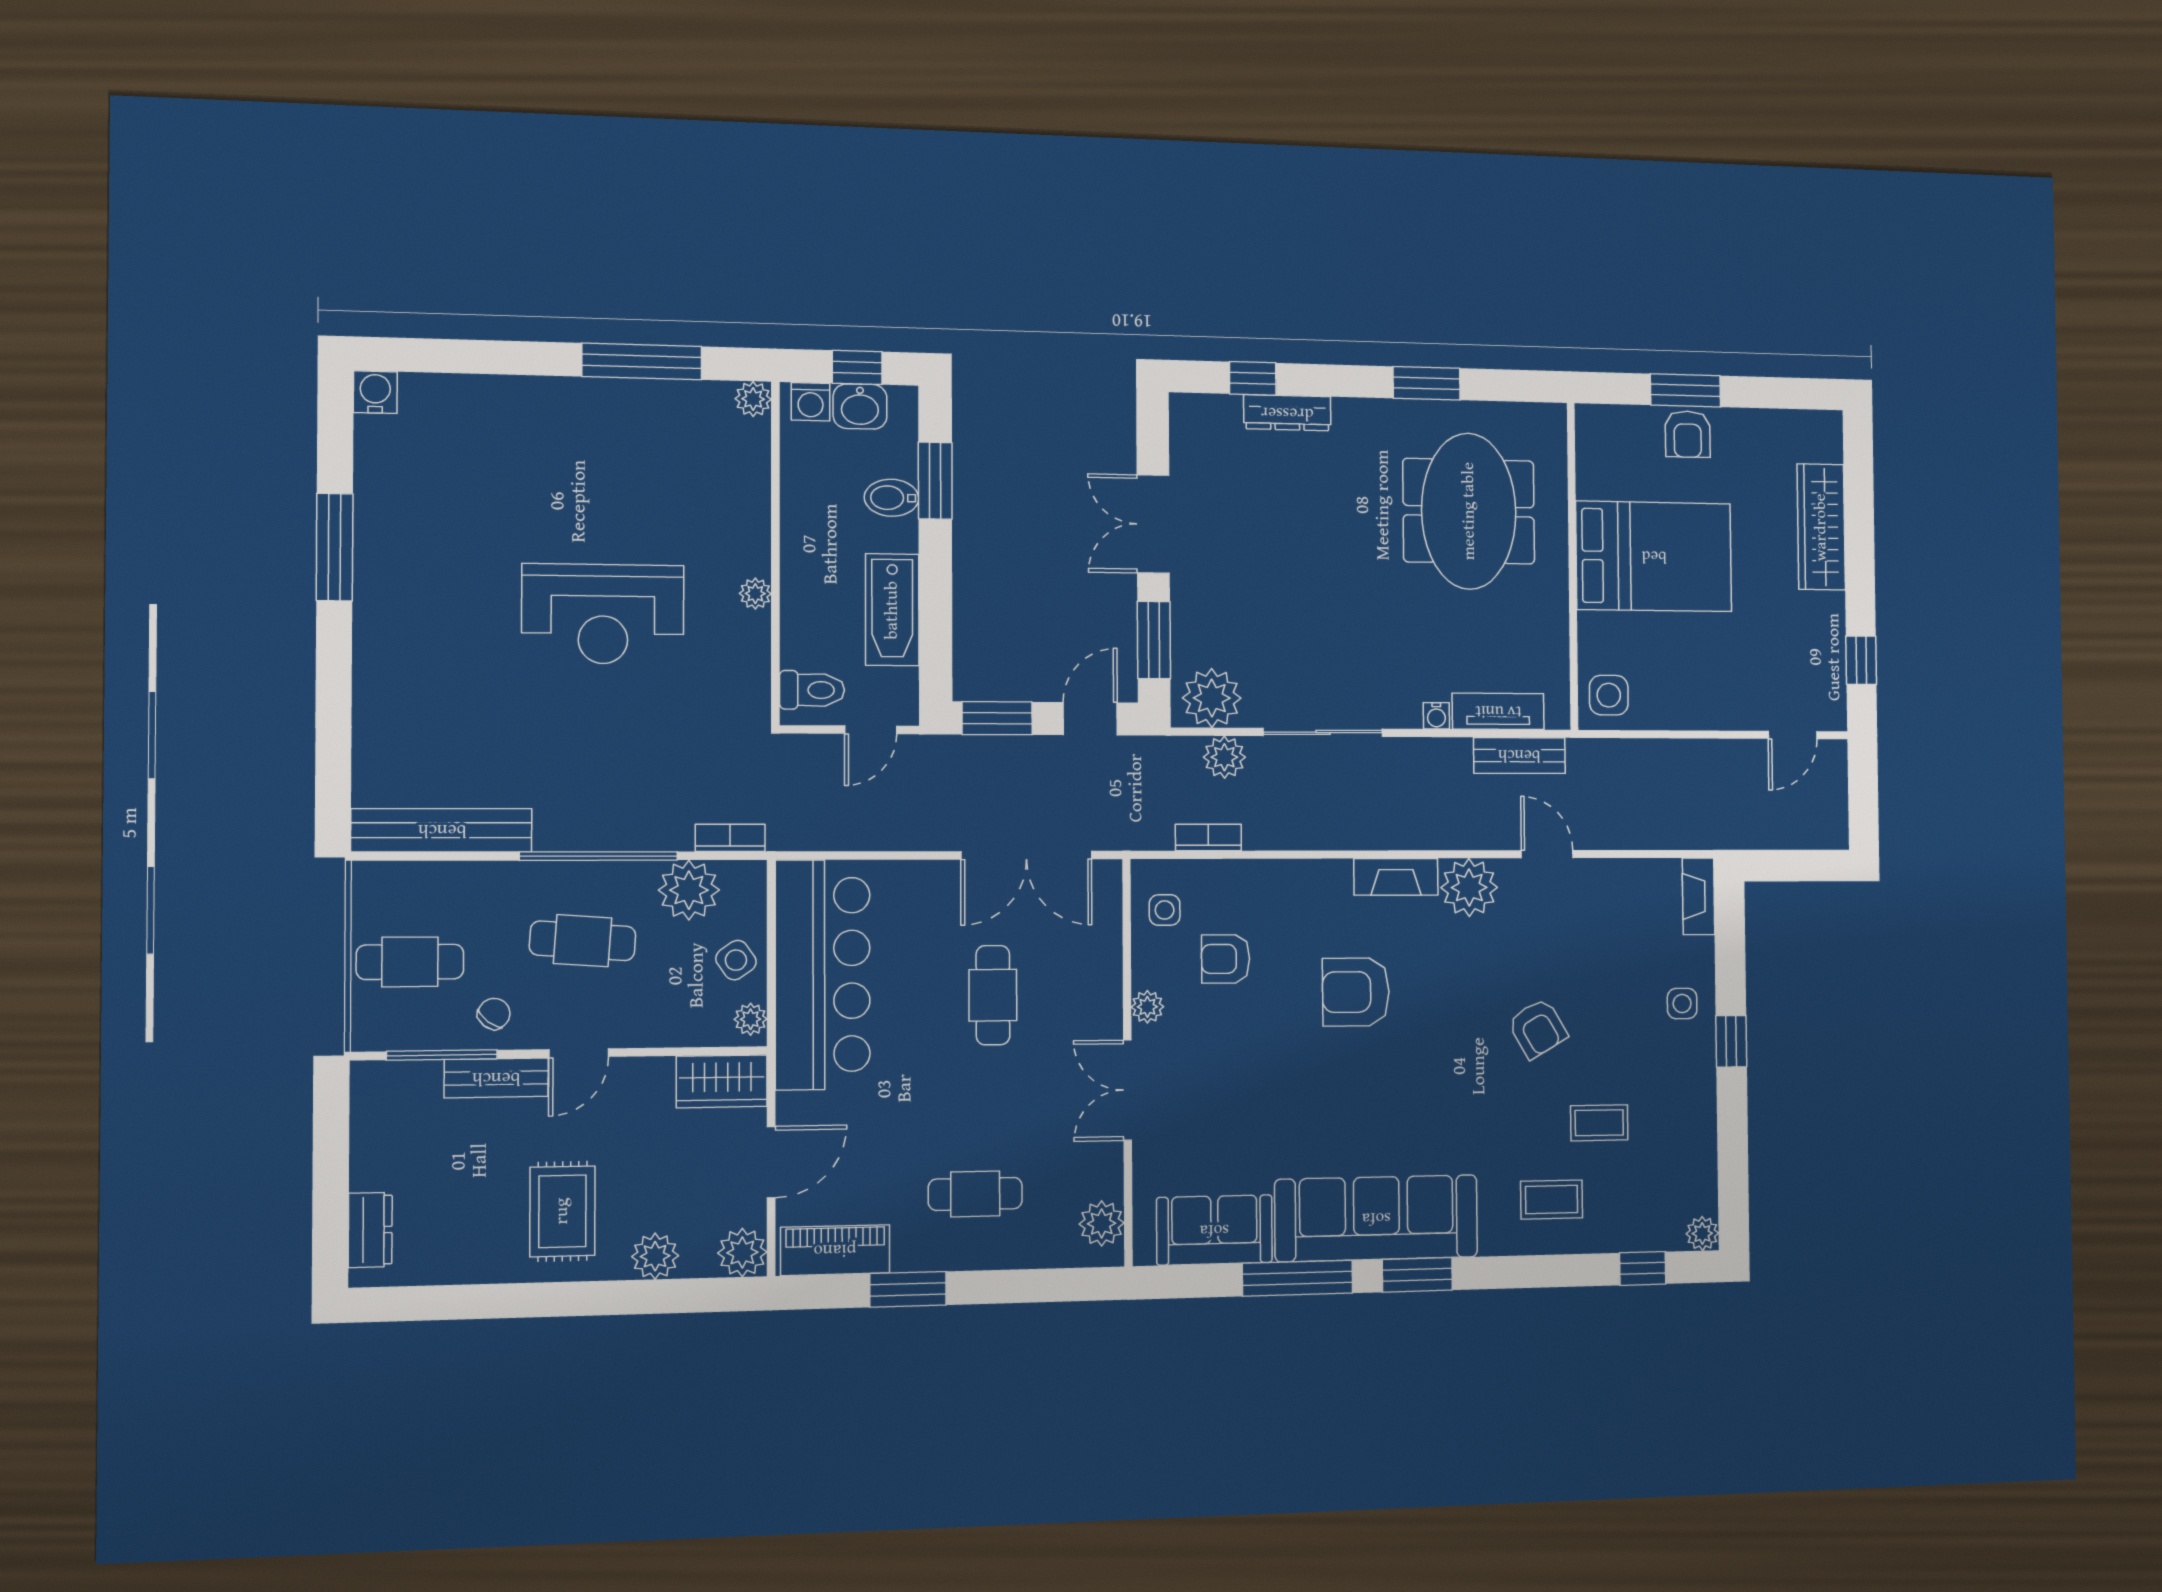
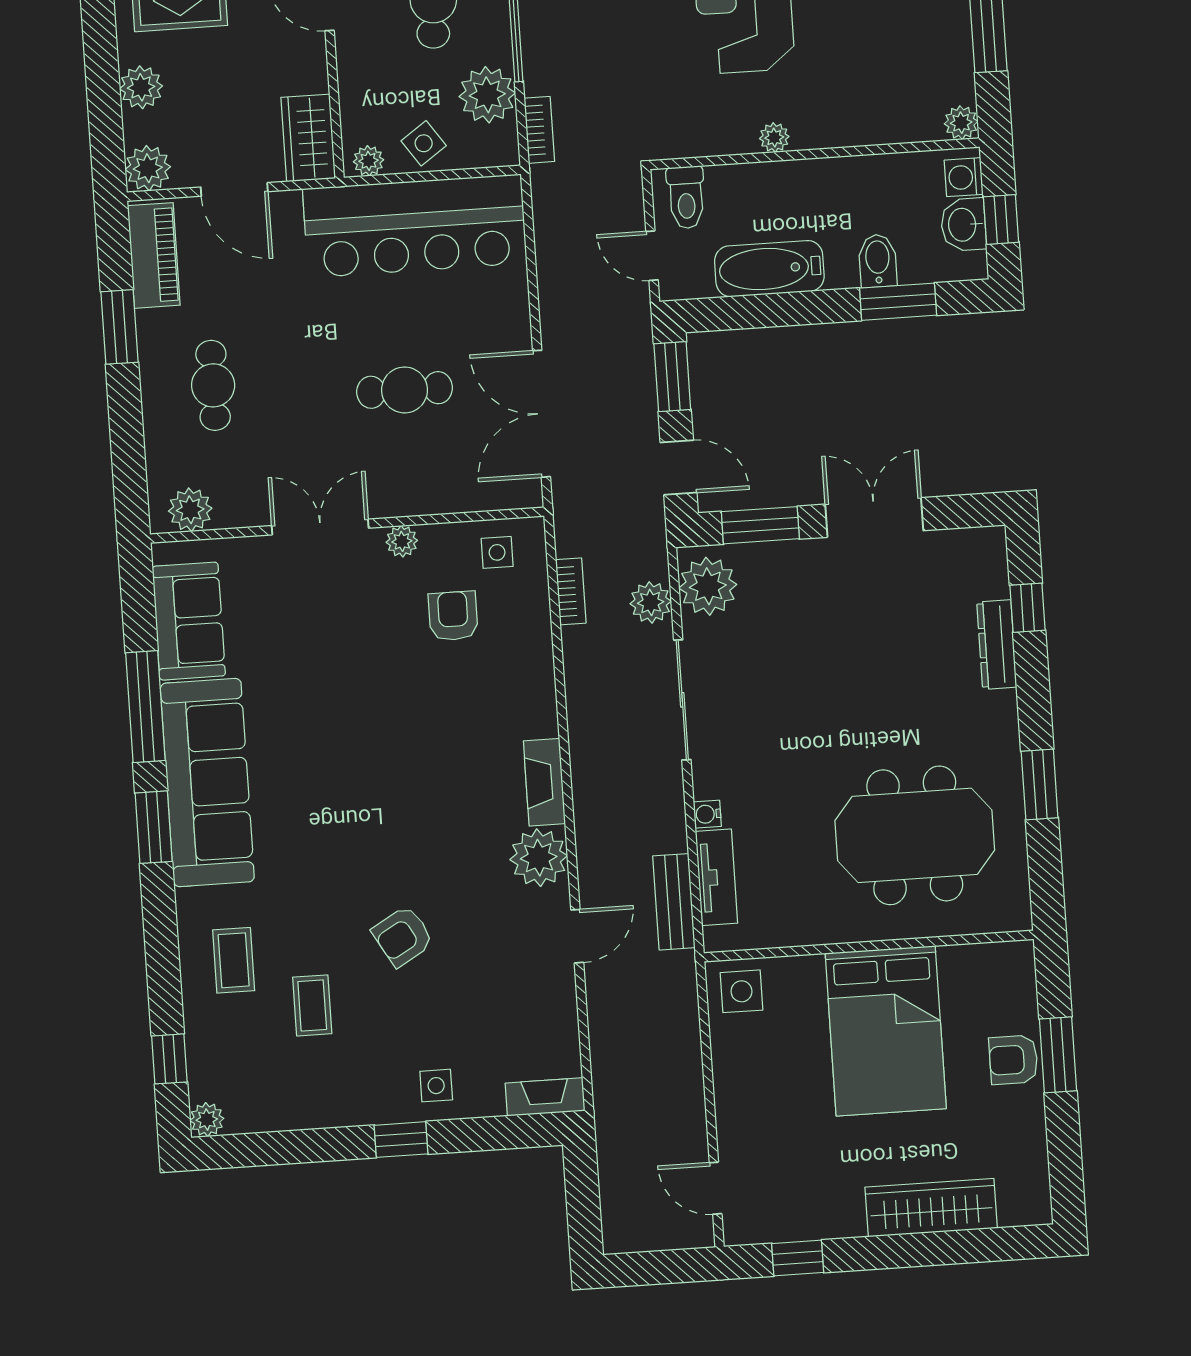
armchair: (1356, 992) -> (428, 748), removed

